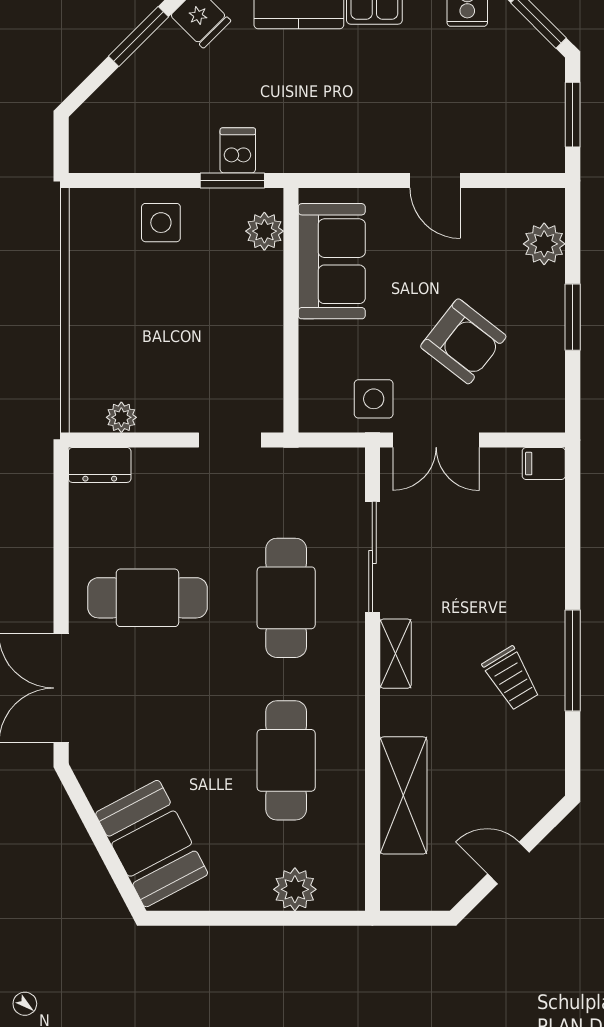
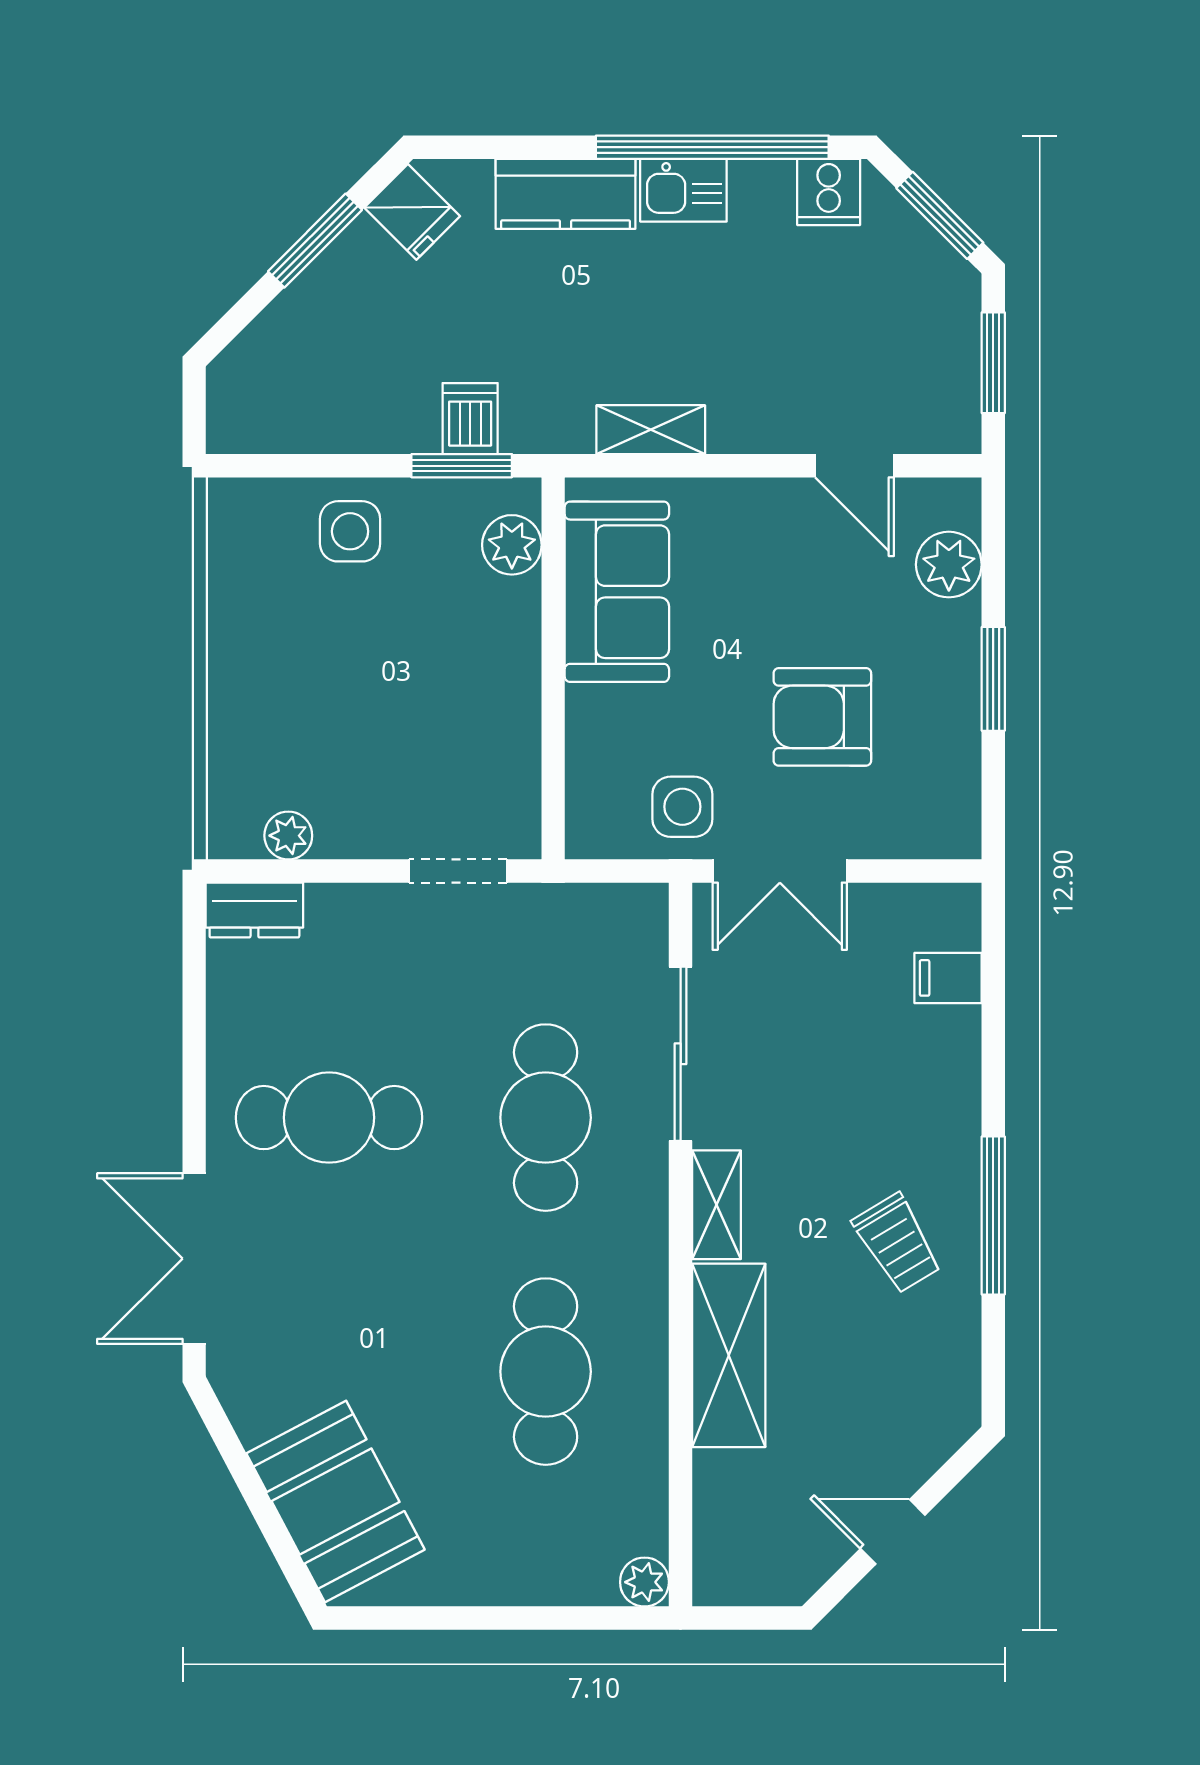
shelving: (353, 157) -> (651, 430), added
door: (435, 181) -> (854, 466), moved
armchair: (463, 341) -> (822, 717), turned 142
filing cabinet: (544, 464) -> (948, 978), moved
shelving: (403, 795) -> (729, 1355), moved
plant: (295, 889) -> (644, 1582), moved, width x0.73, depth x0.73

